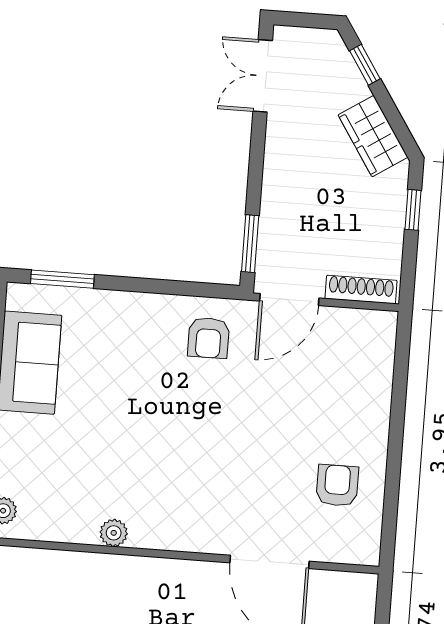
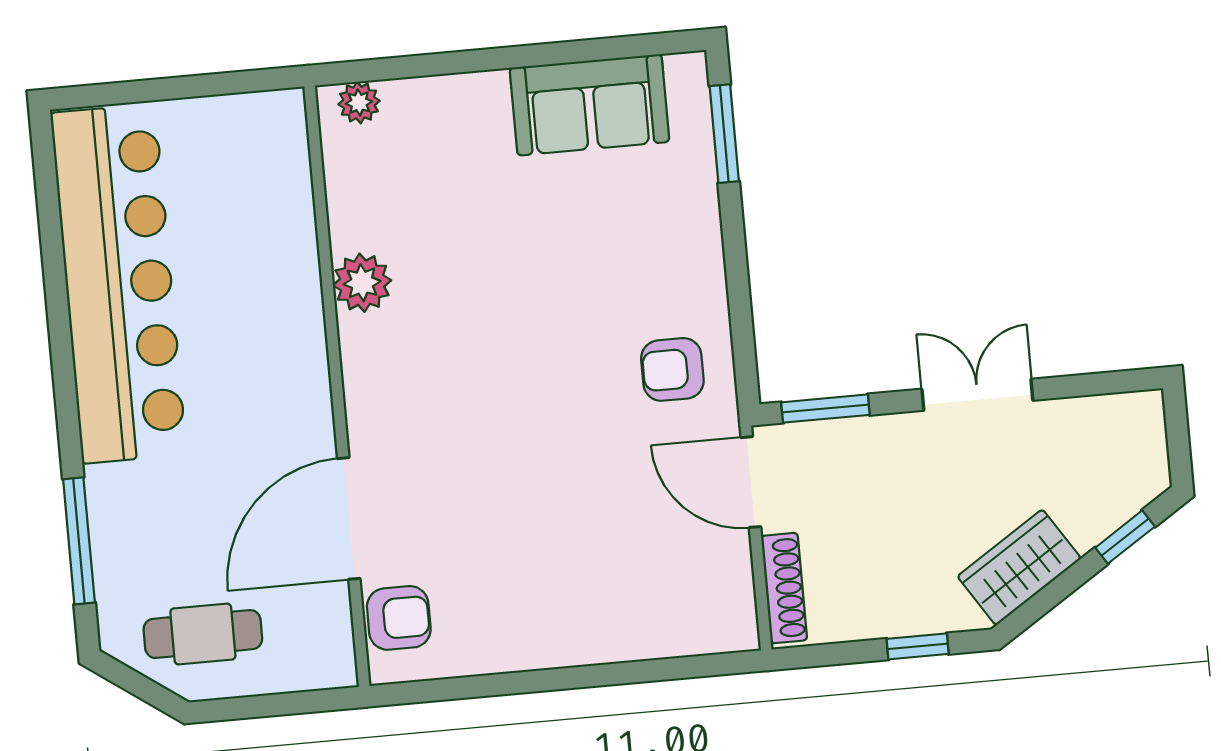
double door: (263, 76) -> (977, 395), moved
armchair: (337, 485) -> (399, 618), moved
plant: (114, 533) -> (362, 283), width x1.38, depth x1.38

